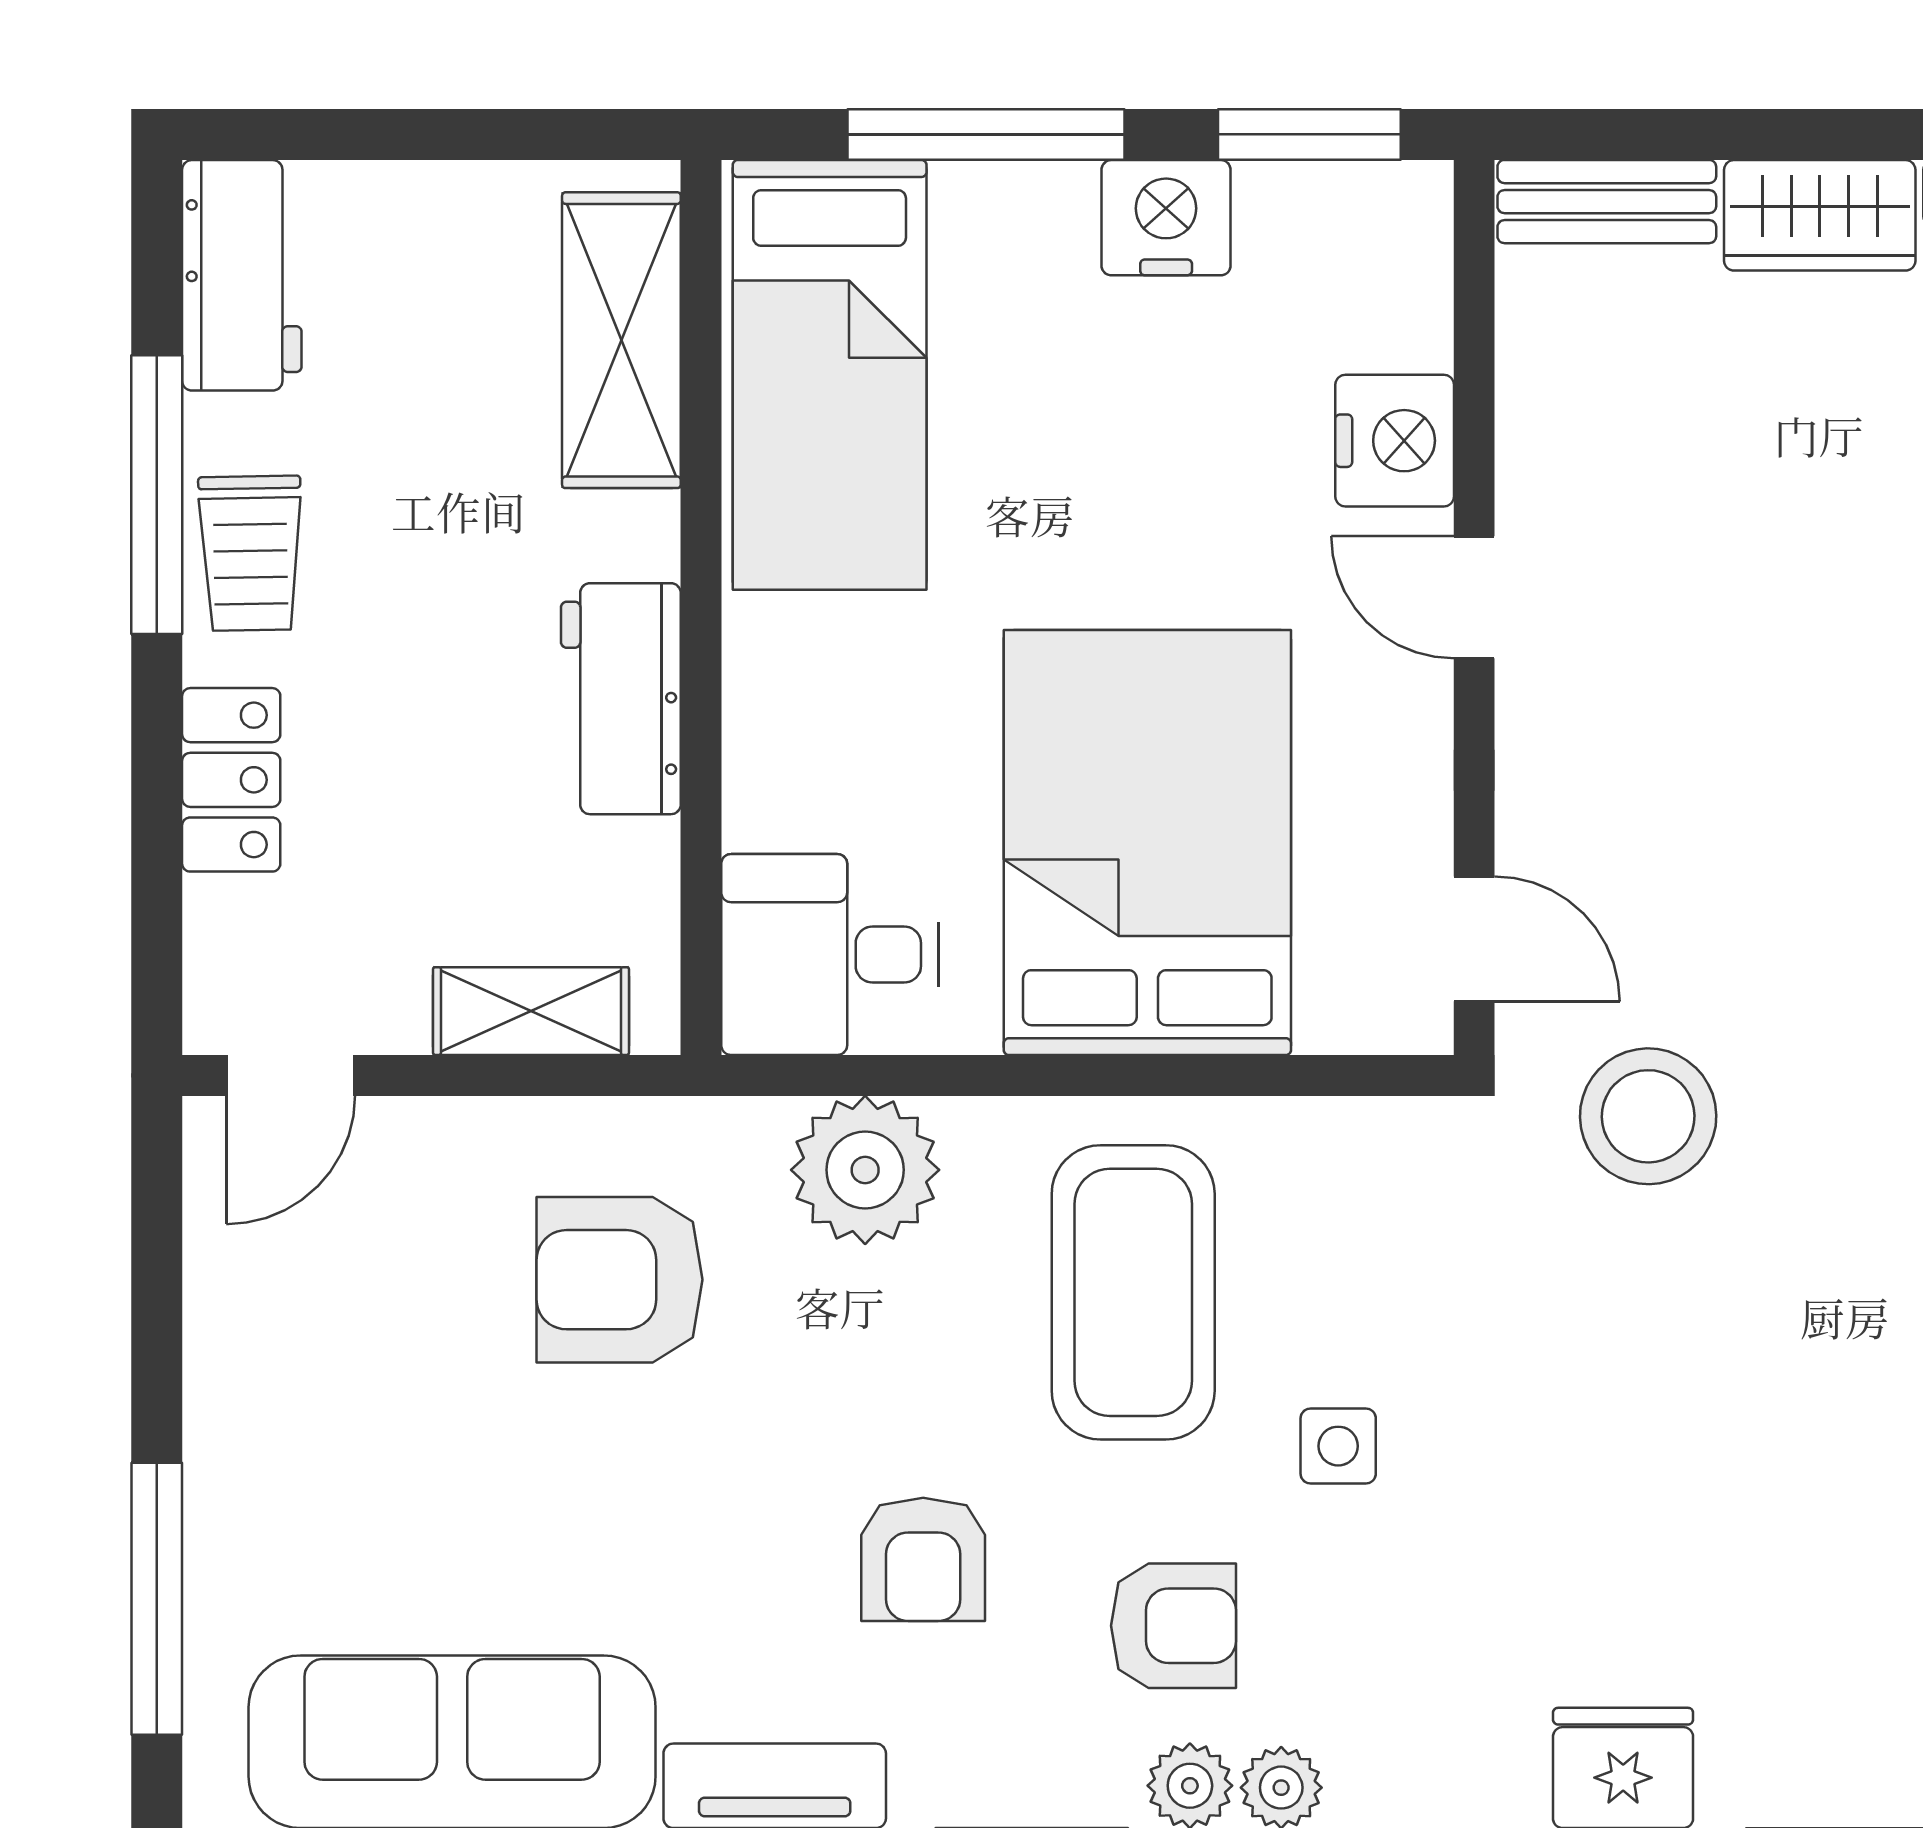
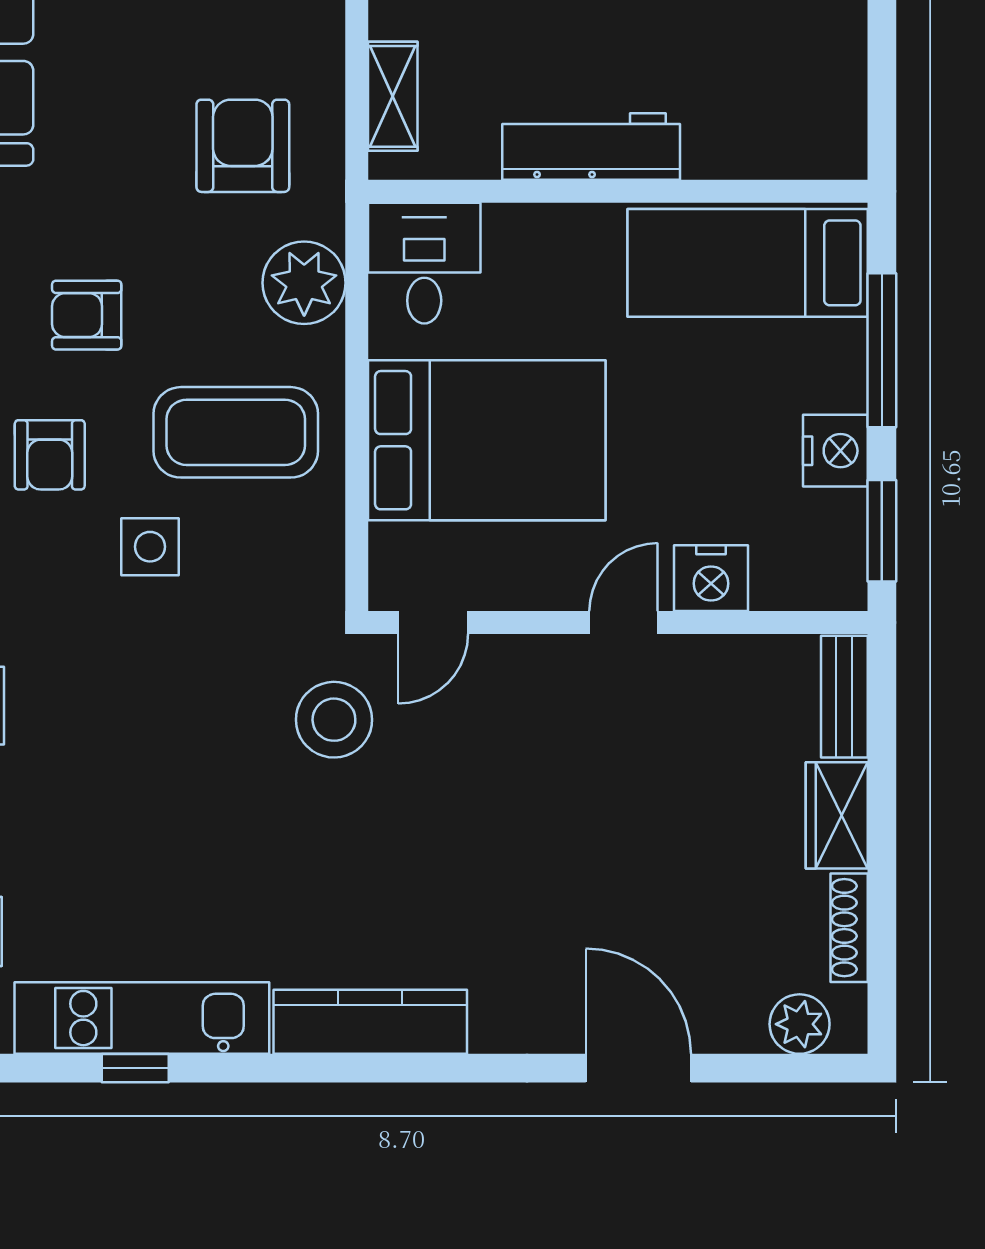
shelving: (621, 340) -> (767, 147), removed
workbench: (621, 699) -> (591, 146), width x1.38
side table: (1338, 1446) -> (150, 547), width x1.37, depth x1.37

